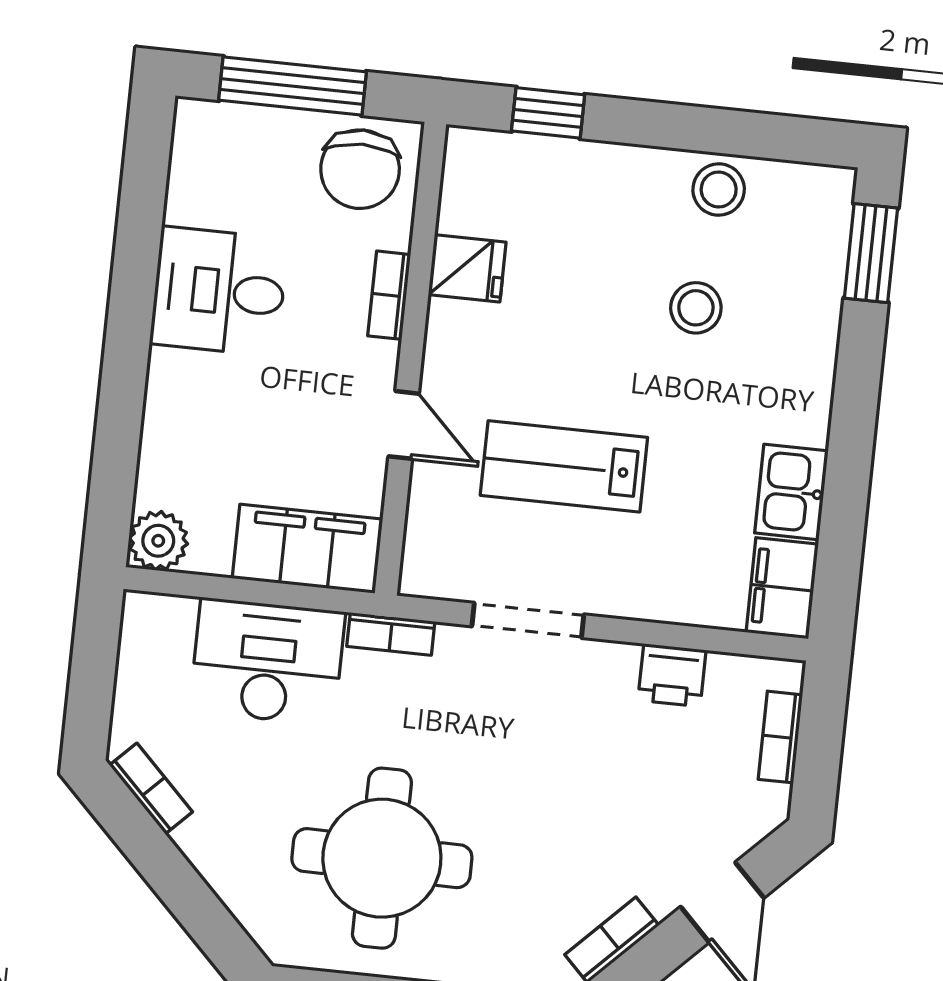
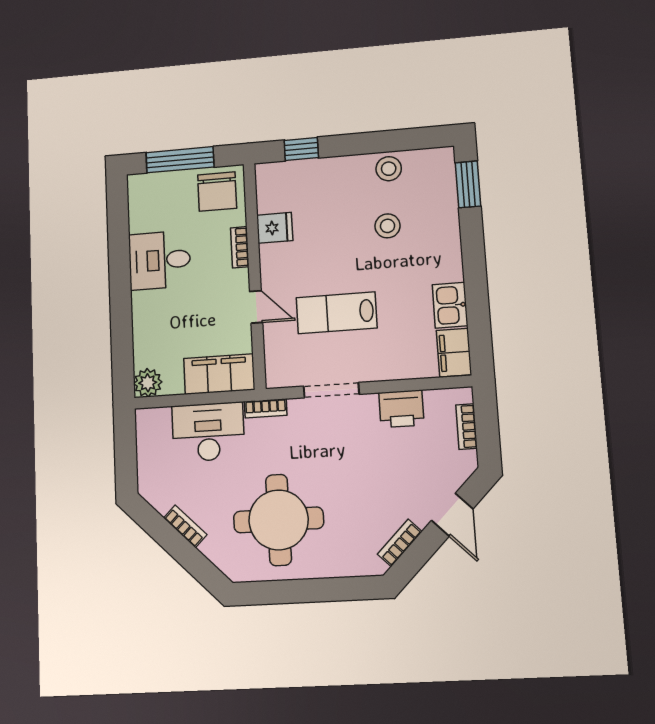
printer: (672, 675) -> (401, 409), width x1.36, depth x1.24
bookcase: (151, 789) -> (185, 526), moved

